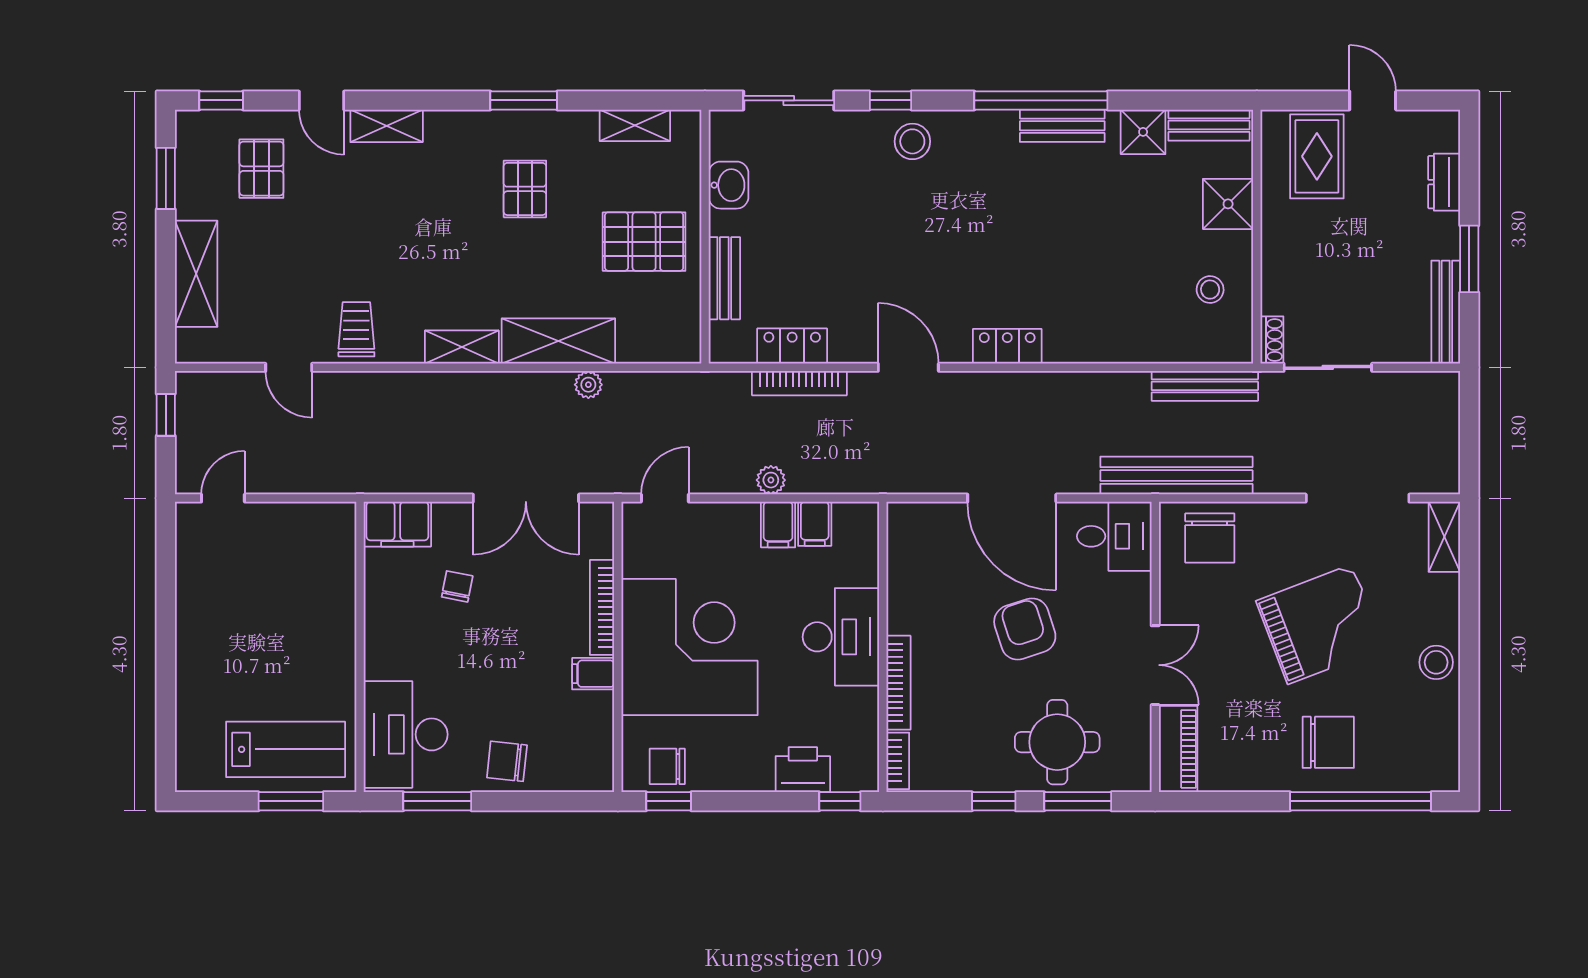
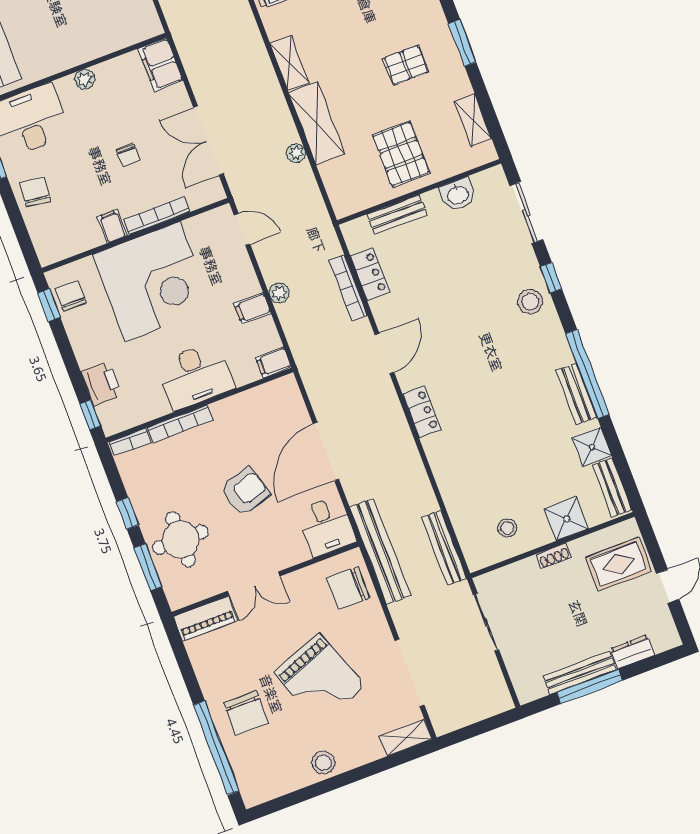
window: (1469, 259) -> (590, 686), width x1.44
bench: (1446, 312) -> (580, 673), moved
shoe rack: (1272, 340) -> (554, 556), moved
filing cabinet: (815, 524) -> (273, 362), moved
chair: (457, 586) -> (128, 155), moved, turned 79
plant: (378, 635) -> (85, 79), added

